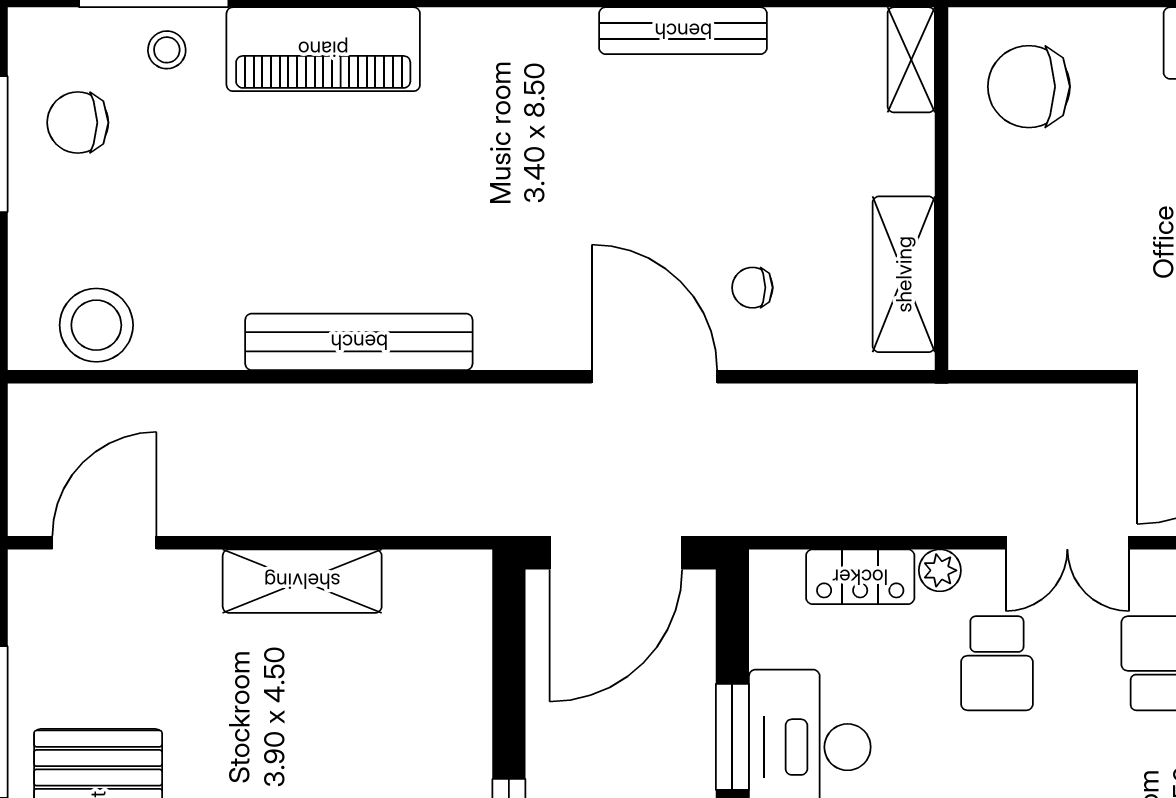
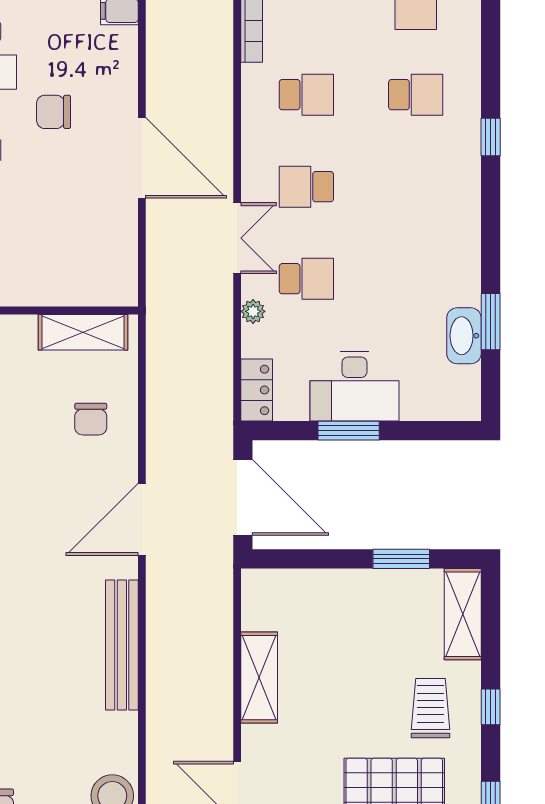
chair: (752, 288) -> (91, 419), width x1.37, depth x1.37
door: (654, 377) -> (142, 519), moved
locker: (860, 577) -> (257, 390), moved

